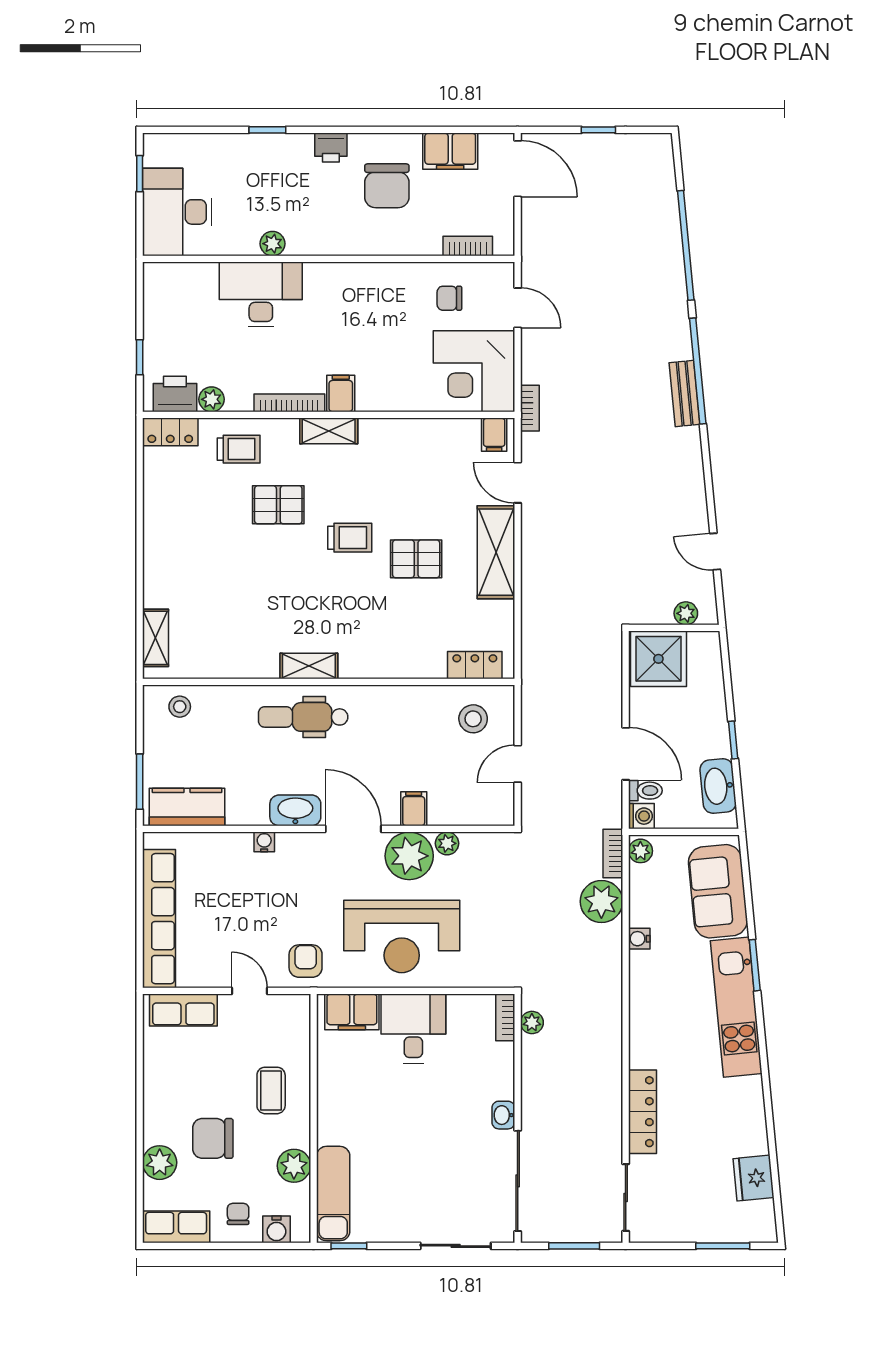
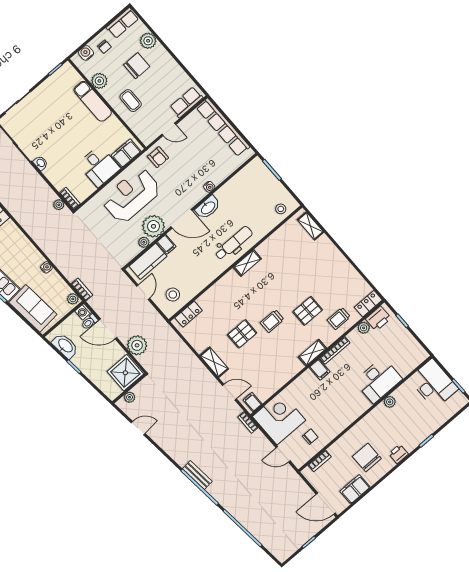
shelving: (496, 552) -> (214, 362), width x0.67, depth x0.75
kitchen counter: (187, 807) -> (148, 261), moved
plant: (601, 901) -> (137, 345), moved
exam couch: (333, 1194) -> (93, 101), moved

